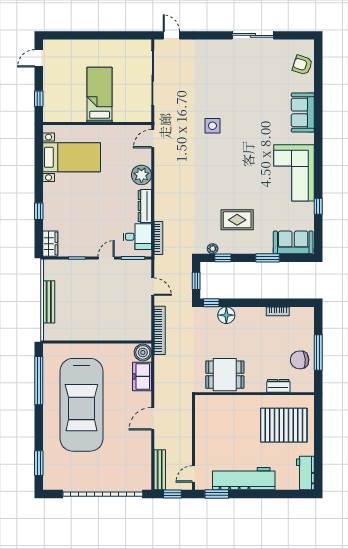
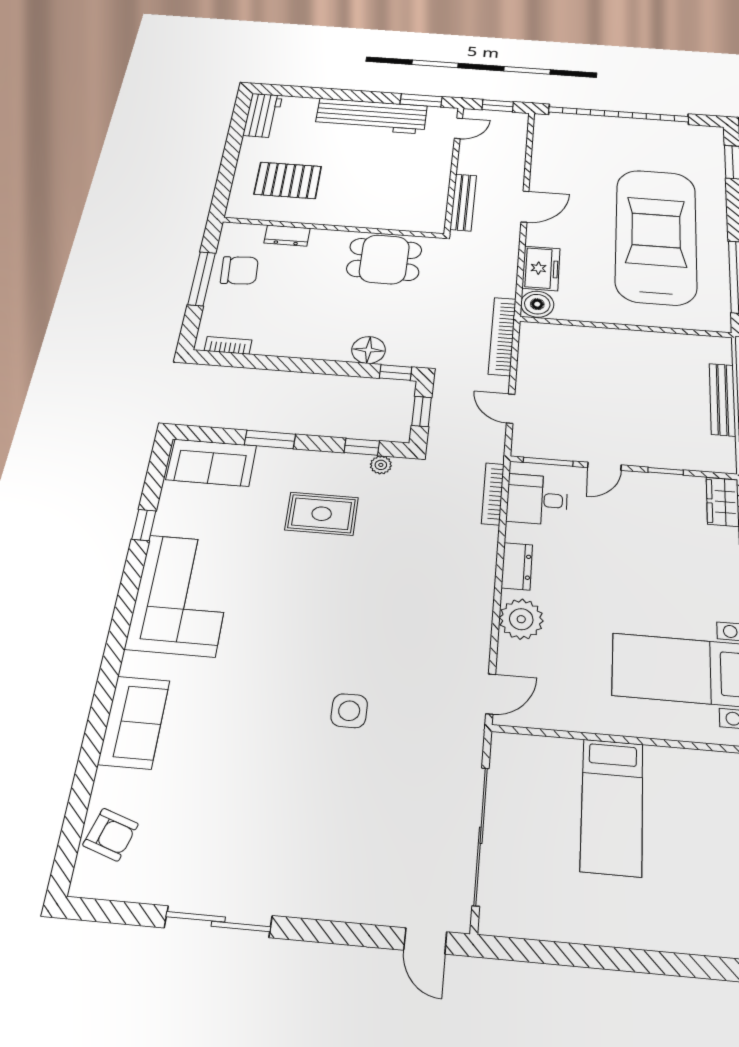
dresser: (145, 206) -> (517, 566), width x0.70
bookcase: (278, 311) -> (228, 345), moved
pallet: (284, 425) -> (288, 180), width x0.73, depth x0.71
bench: (160, 470) -> (463, 202), moved

